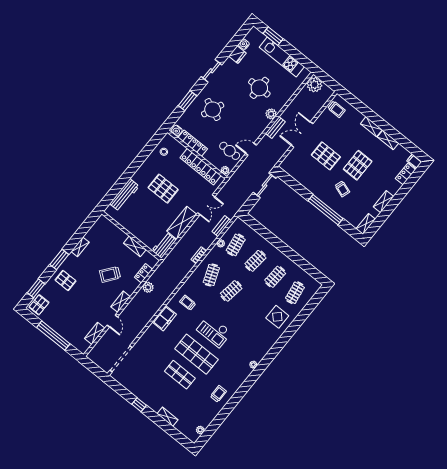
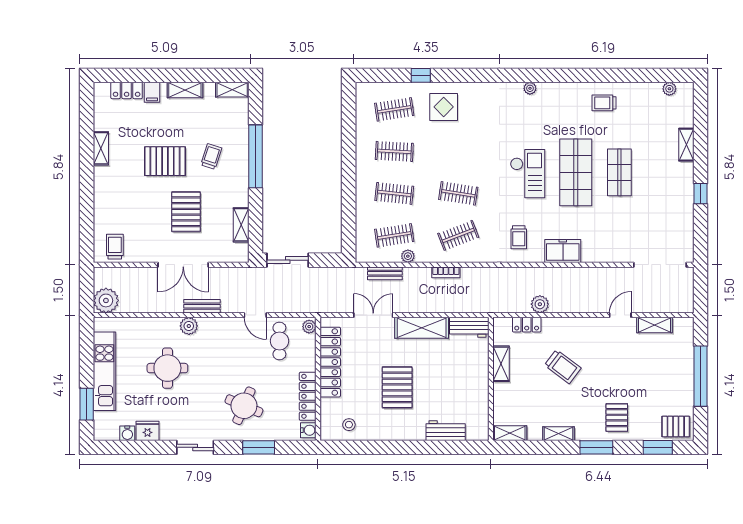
shelving: (371, 127) -> (241, 225), moved
filing cabinet: (414, 161) -> (152, 92), moved
workbench: (124, 195) -> (446, 431), width x0.73
shelving: (120, 302) -> (510, 433), moved
window: (301, 318) -> (421, 75), added

